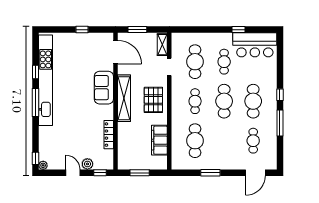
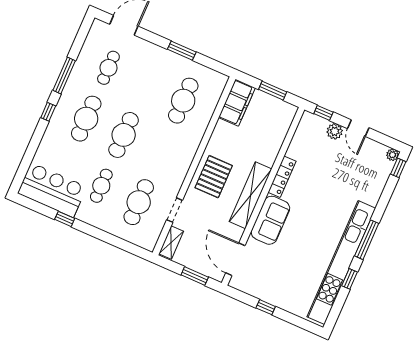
cafe table: (195, 101) -> (161, 151), removed
locker: (109, 135) -> (282, 177), moved
filing cabinet: (159, 140) -> (237, 103), moved

